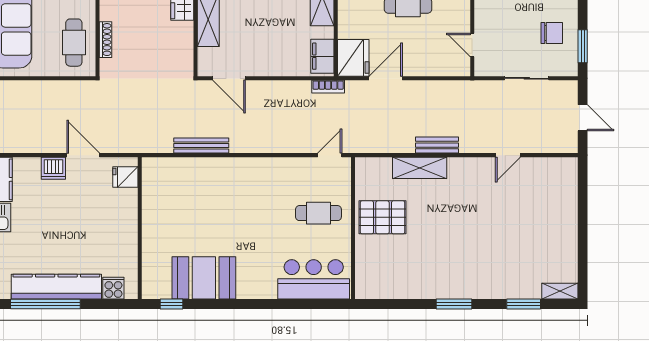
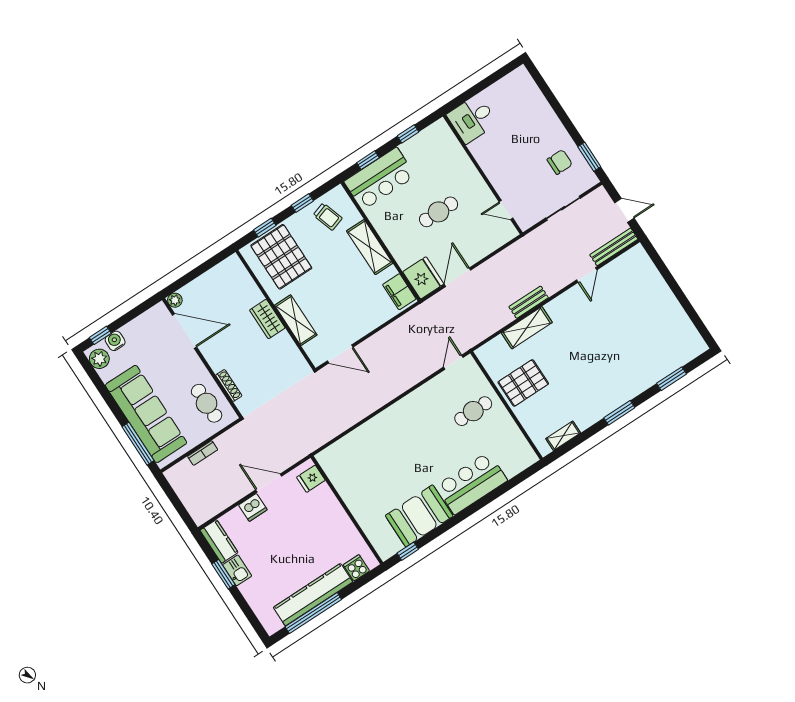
bookcase: (328, 87) -> (203, 453), moved
bench: (201, 146) -> (614, 247), moved
bar counter: (314, 279) -> (472, 483), moved
shelving: (560, 291) -> (563, 436), moved

